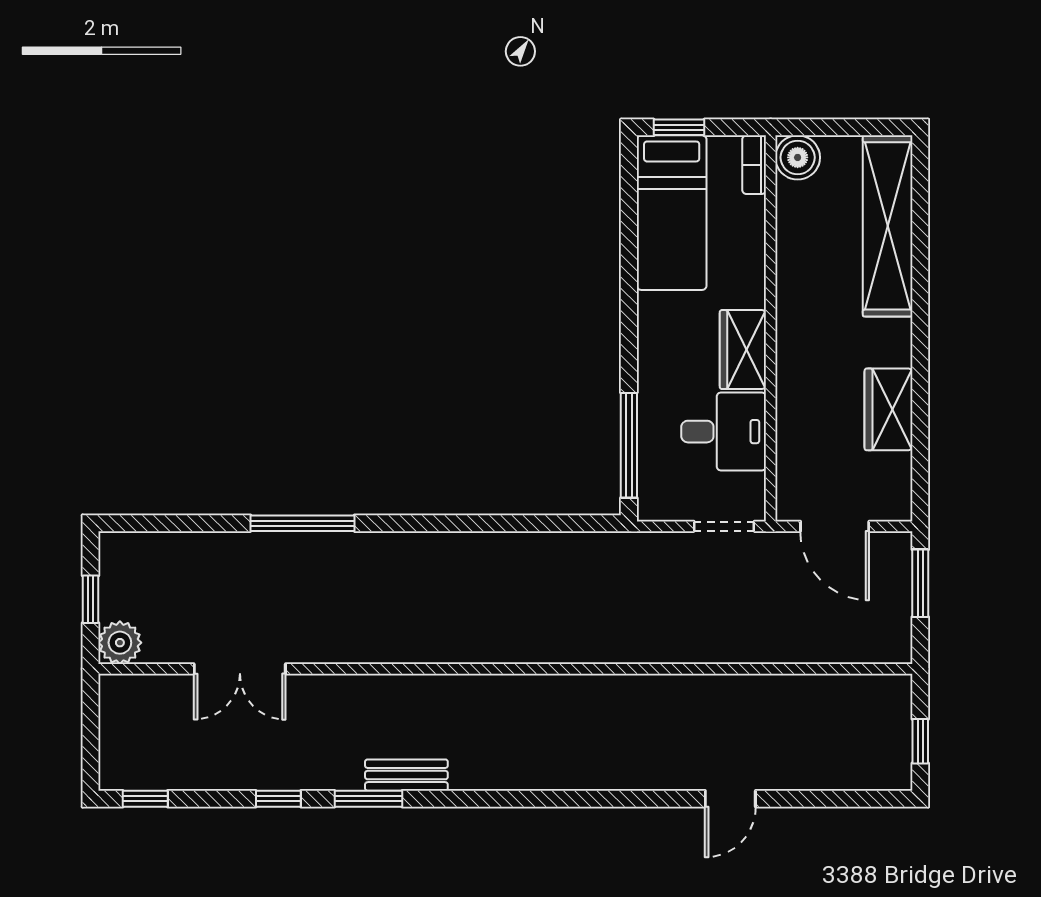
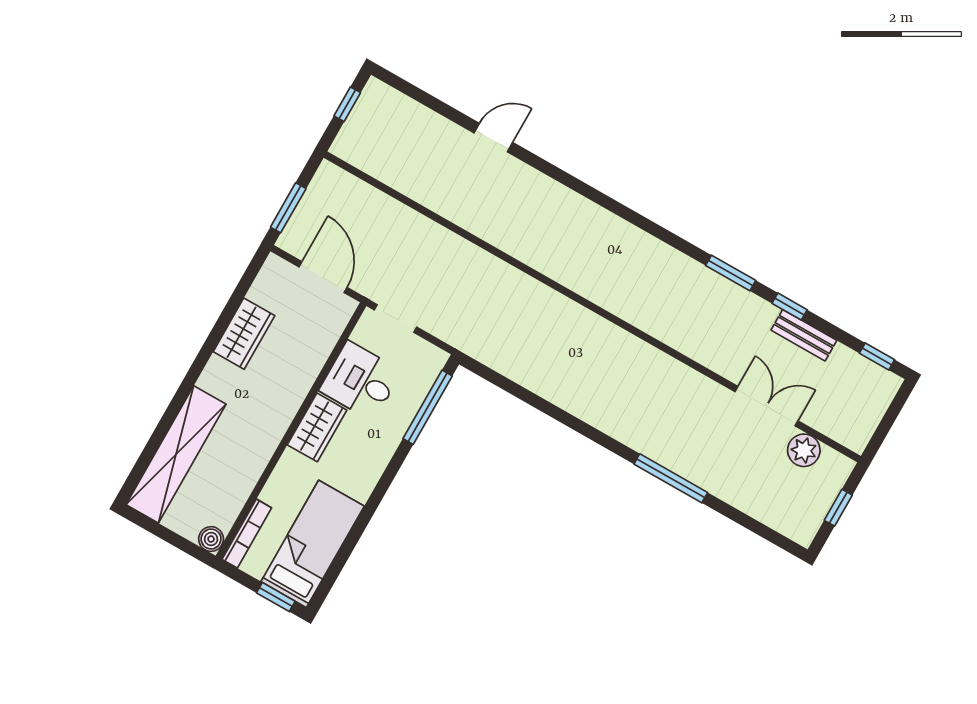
boiler: (798, 157) -> (211, 539), width x0.73, depth x0.73
bookcase: (754, 165) -> (247, 534), width x1.56
plant: (120, 643) -> (804, 450), moved
bench: (406, 775) -> (804, 335), moved

